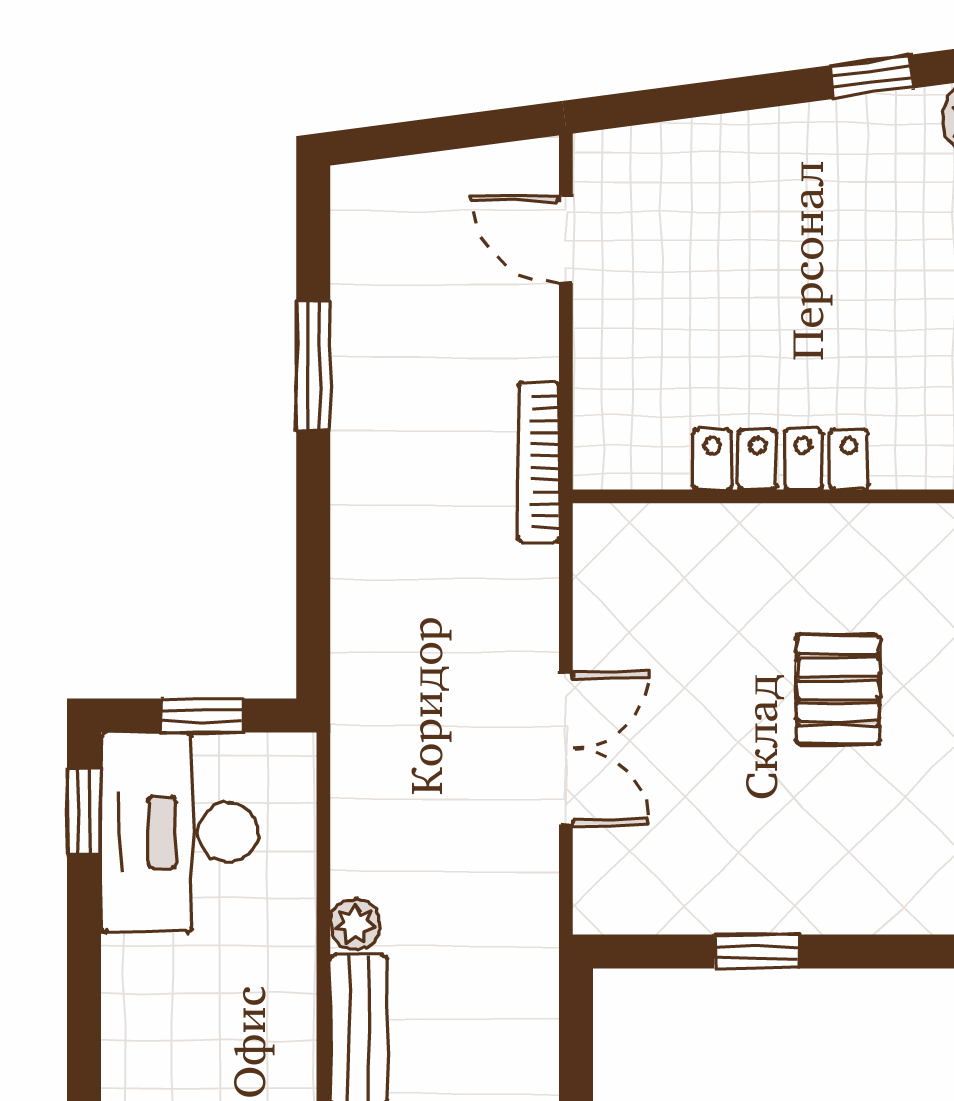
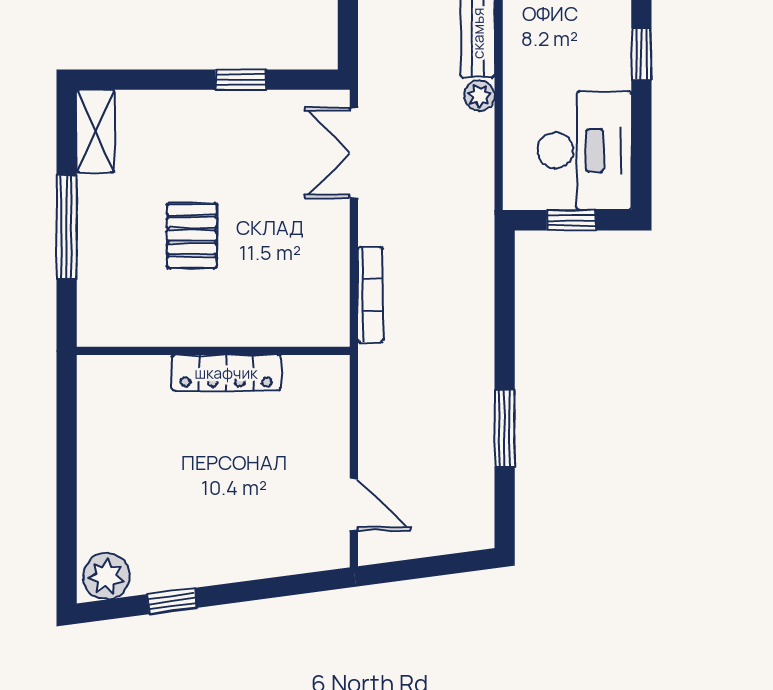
bookcase: (539, 462) -> (370, 295), moved
double door: (566, 748) -> (354, 153), moved
window: (84, 811) -> (641, 54), moved

